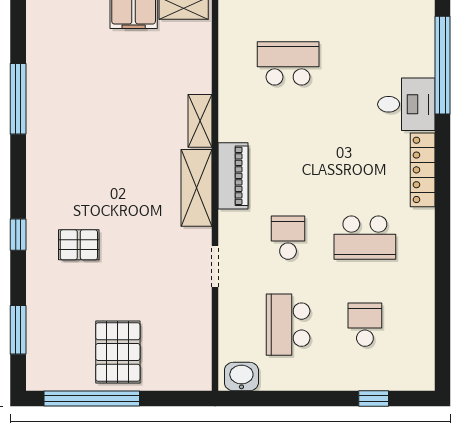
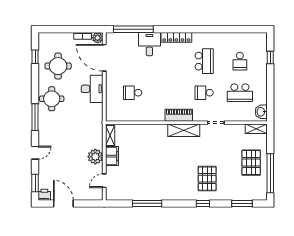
school desk: (288, 63) -> (133, 93), width x0.54
shelving: (200, 121) -> (256, 129), moved
pallet: (79, 245) -> (207, 179), width x1.50, depth x1.42
school desk: (365, 325) -> (240, 61), turned -90
pallet: (118, 352) -> (251, 163), turned 90

